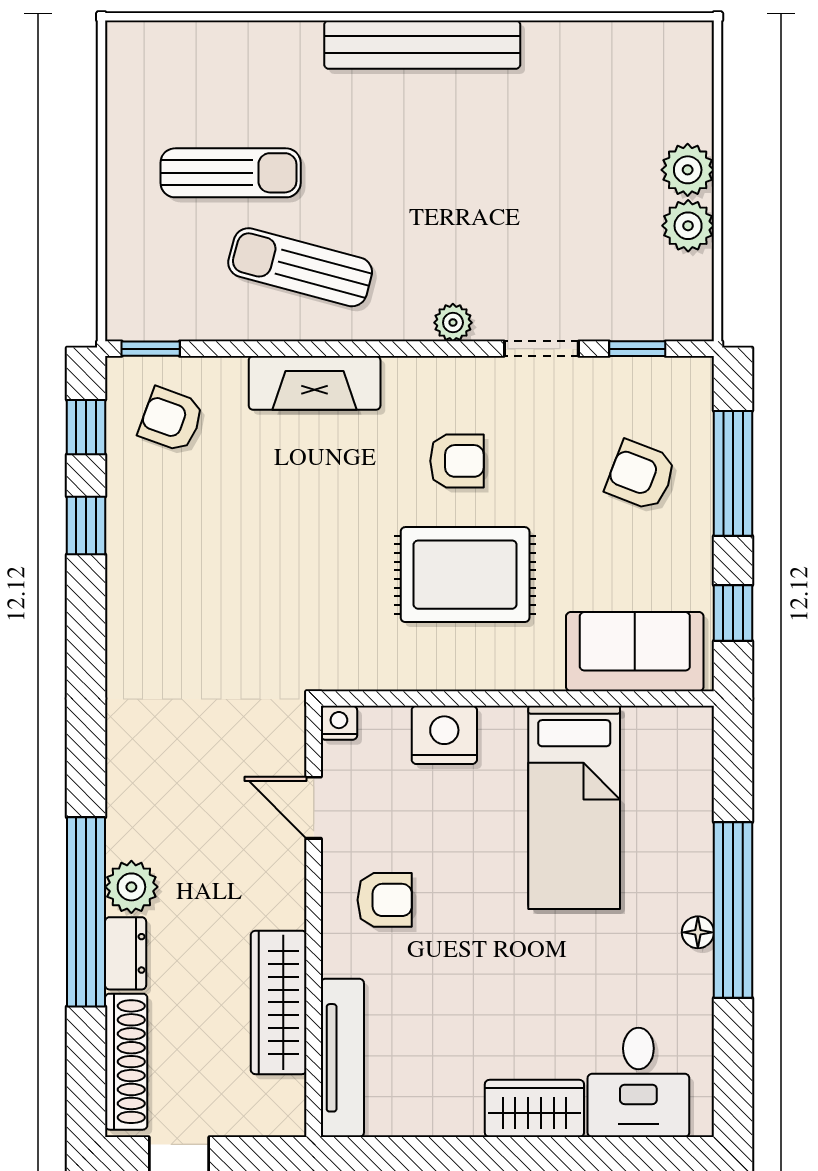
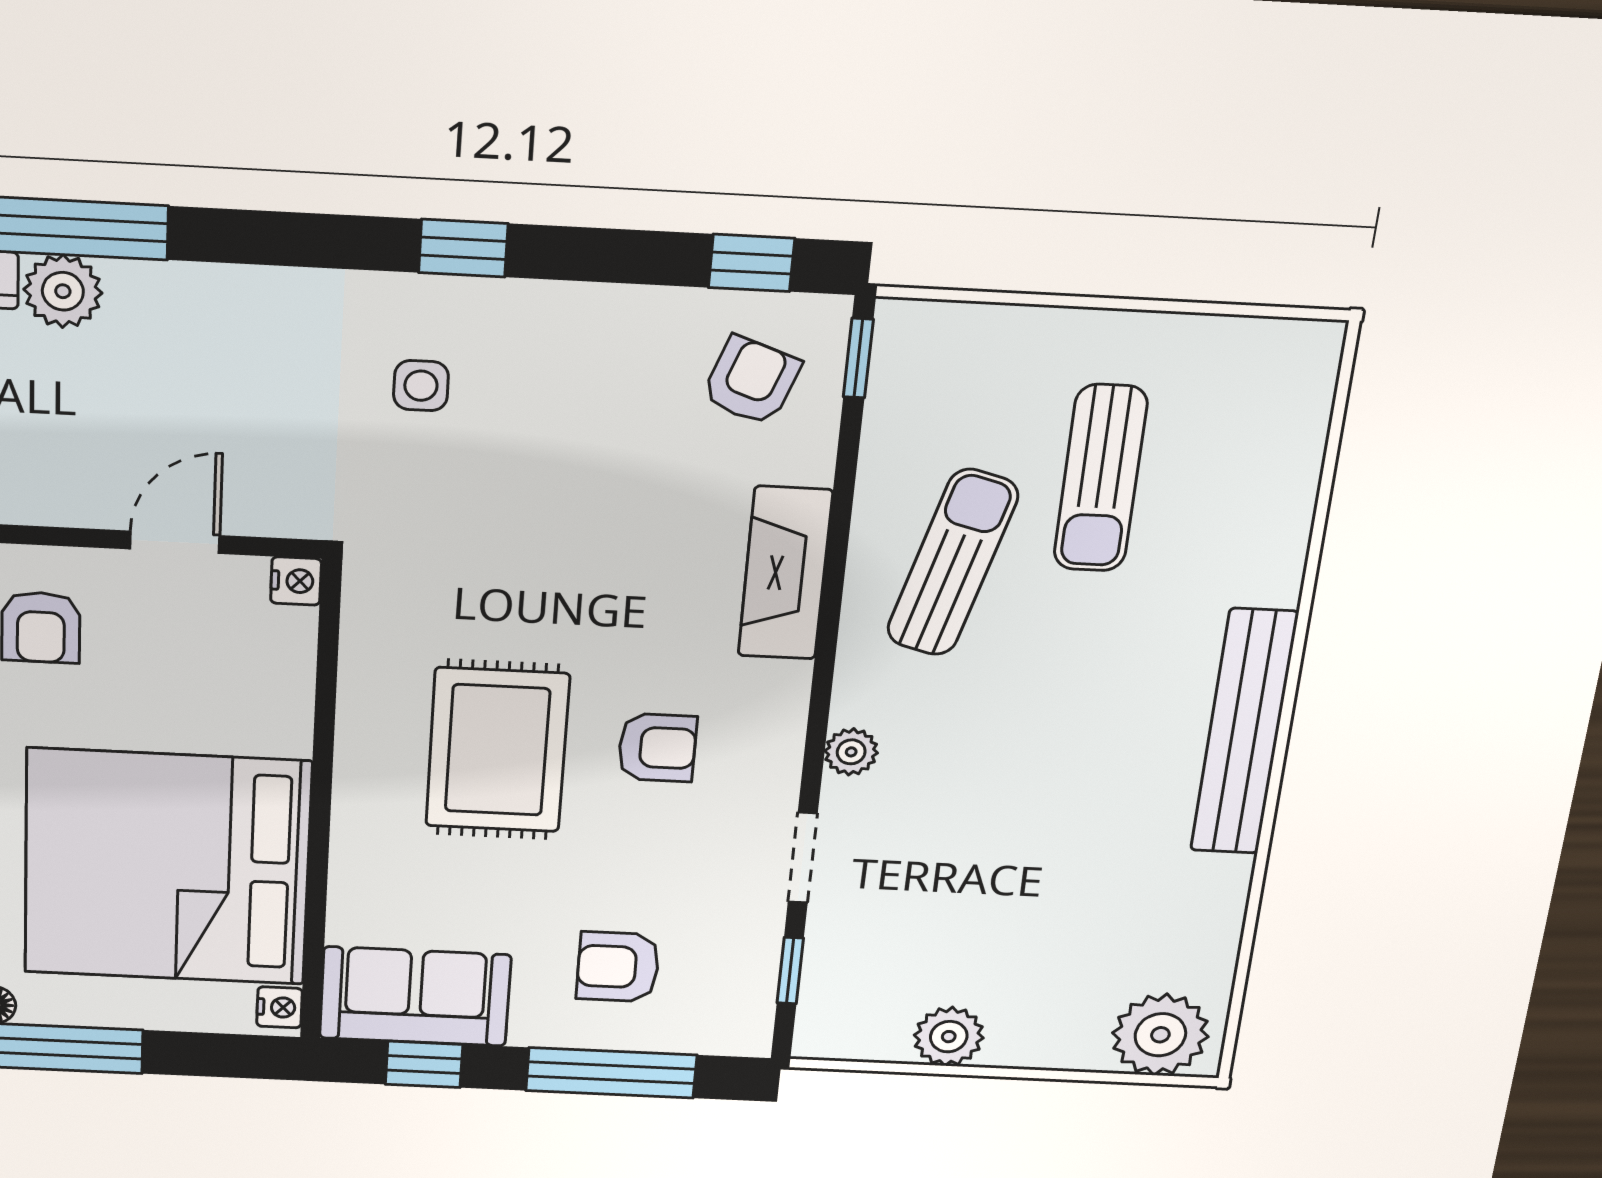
plant: (688, 170) -> (1160, 1035), moved, width x1.36, depth x1.36
armchair: (457, 461) -> (657, 748), turned -90
armchair: (641, 475) -> (618, 967), turned -111
window: (86, 526) -> (463, 248), moved
side table: (187, 643) -> (421, 386), added
sofa: (635, 652) -> (415, 997), moved, turned -90
nightstand: (444, 735) -> (280, 1007), moved, width x0.53, depth x0.56
bed: (574, 807) -> (167, 868), width x2.04

